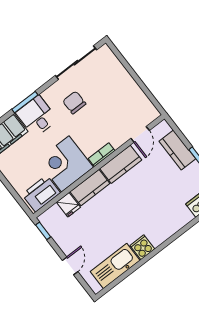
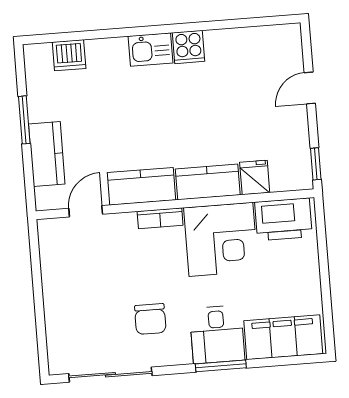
kitchen sink: (115, 266) -> (150, 50), moved, width x0.53, depth x0.81

